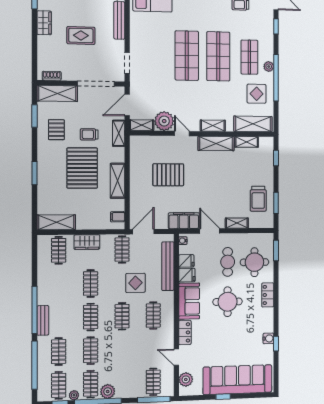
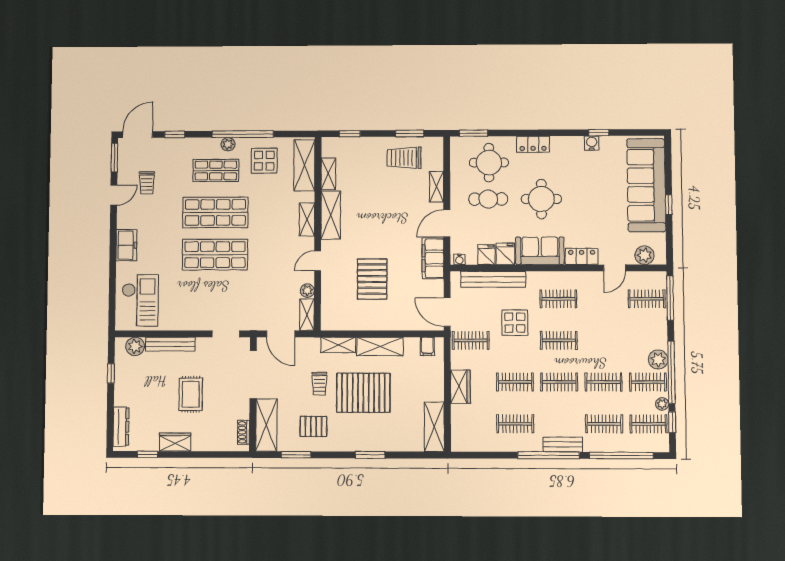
plant: (164, 121) -> (307, 291), width x0.53, depth x0.53
shelving: (119, 133) -> (338, 345), moved
trolley: (258, 199) -> (404, 158), turned 180
clothes rail: (59, 250) -> (515, 424), moved

